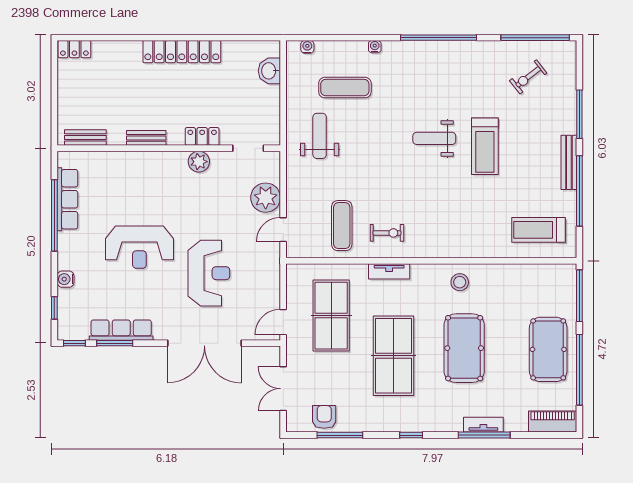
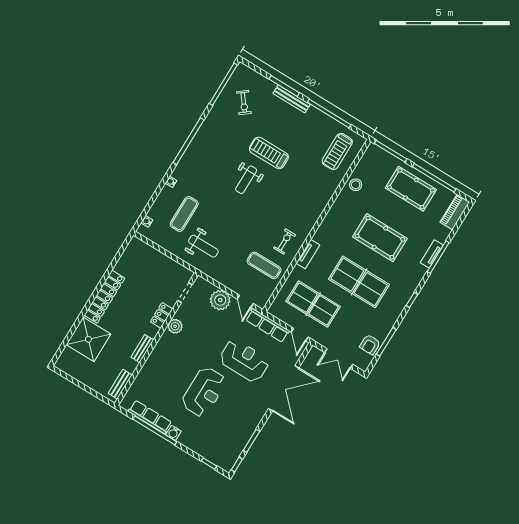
locker: (74, 49) -> (64, 359), removed
shower: (117, 64) -> (88, 339), added
washbasin: (269, 71) -> (147, 252), removed
weight bench: (320, 136) -> (203, 246), turned 180
treadmill: (485, 146) -> (269, 153), turned 180
bench: (569, 162) -> (292, 99), moved
water cooler: (66, 279) -> (173, 433), moved
stool: (460, 282) -> (356, 185), moved
row of seats: (121, 330) -> (268, 325), moved, turned -90
armchair: (324, 417) -> (370, 345), turned -90

